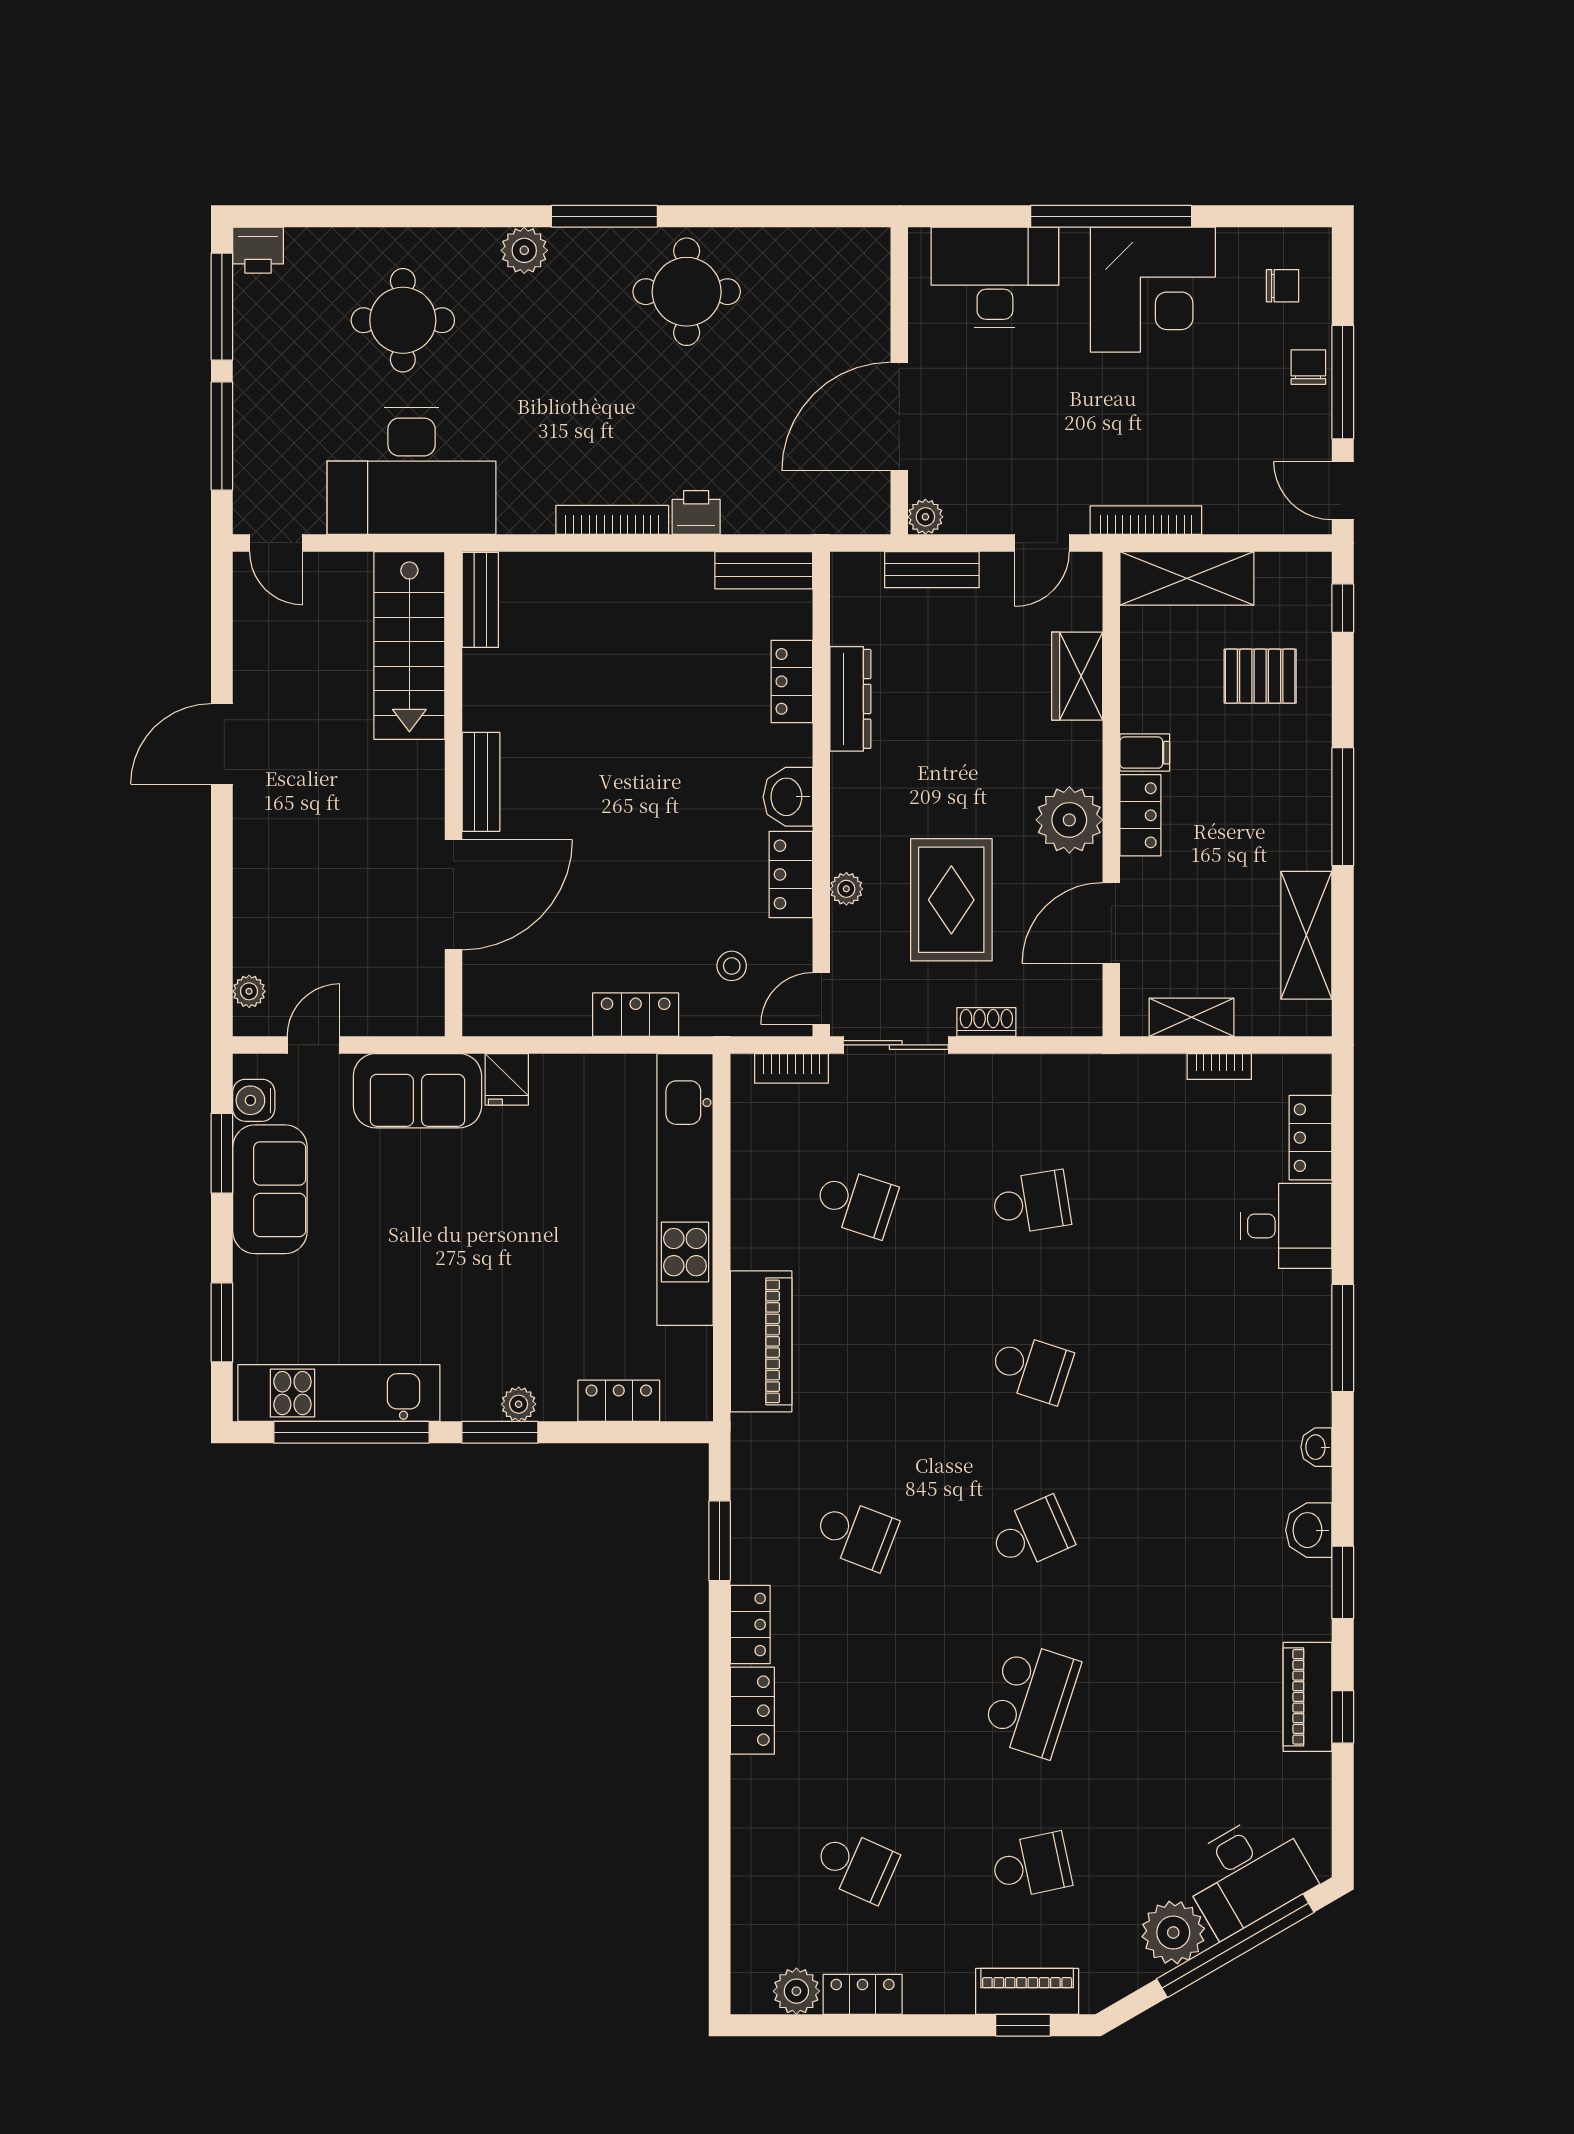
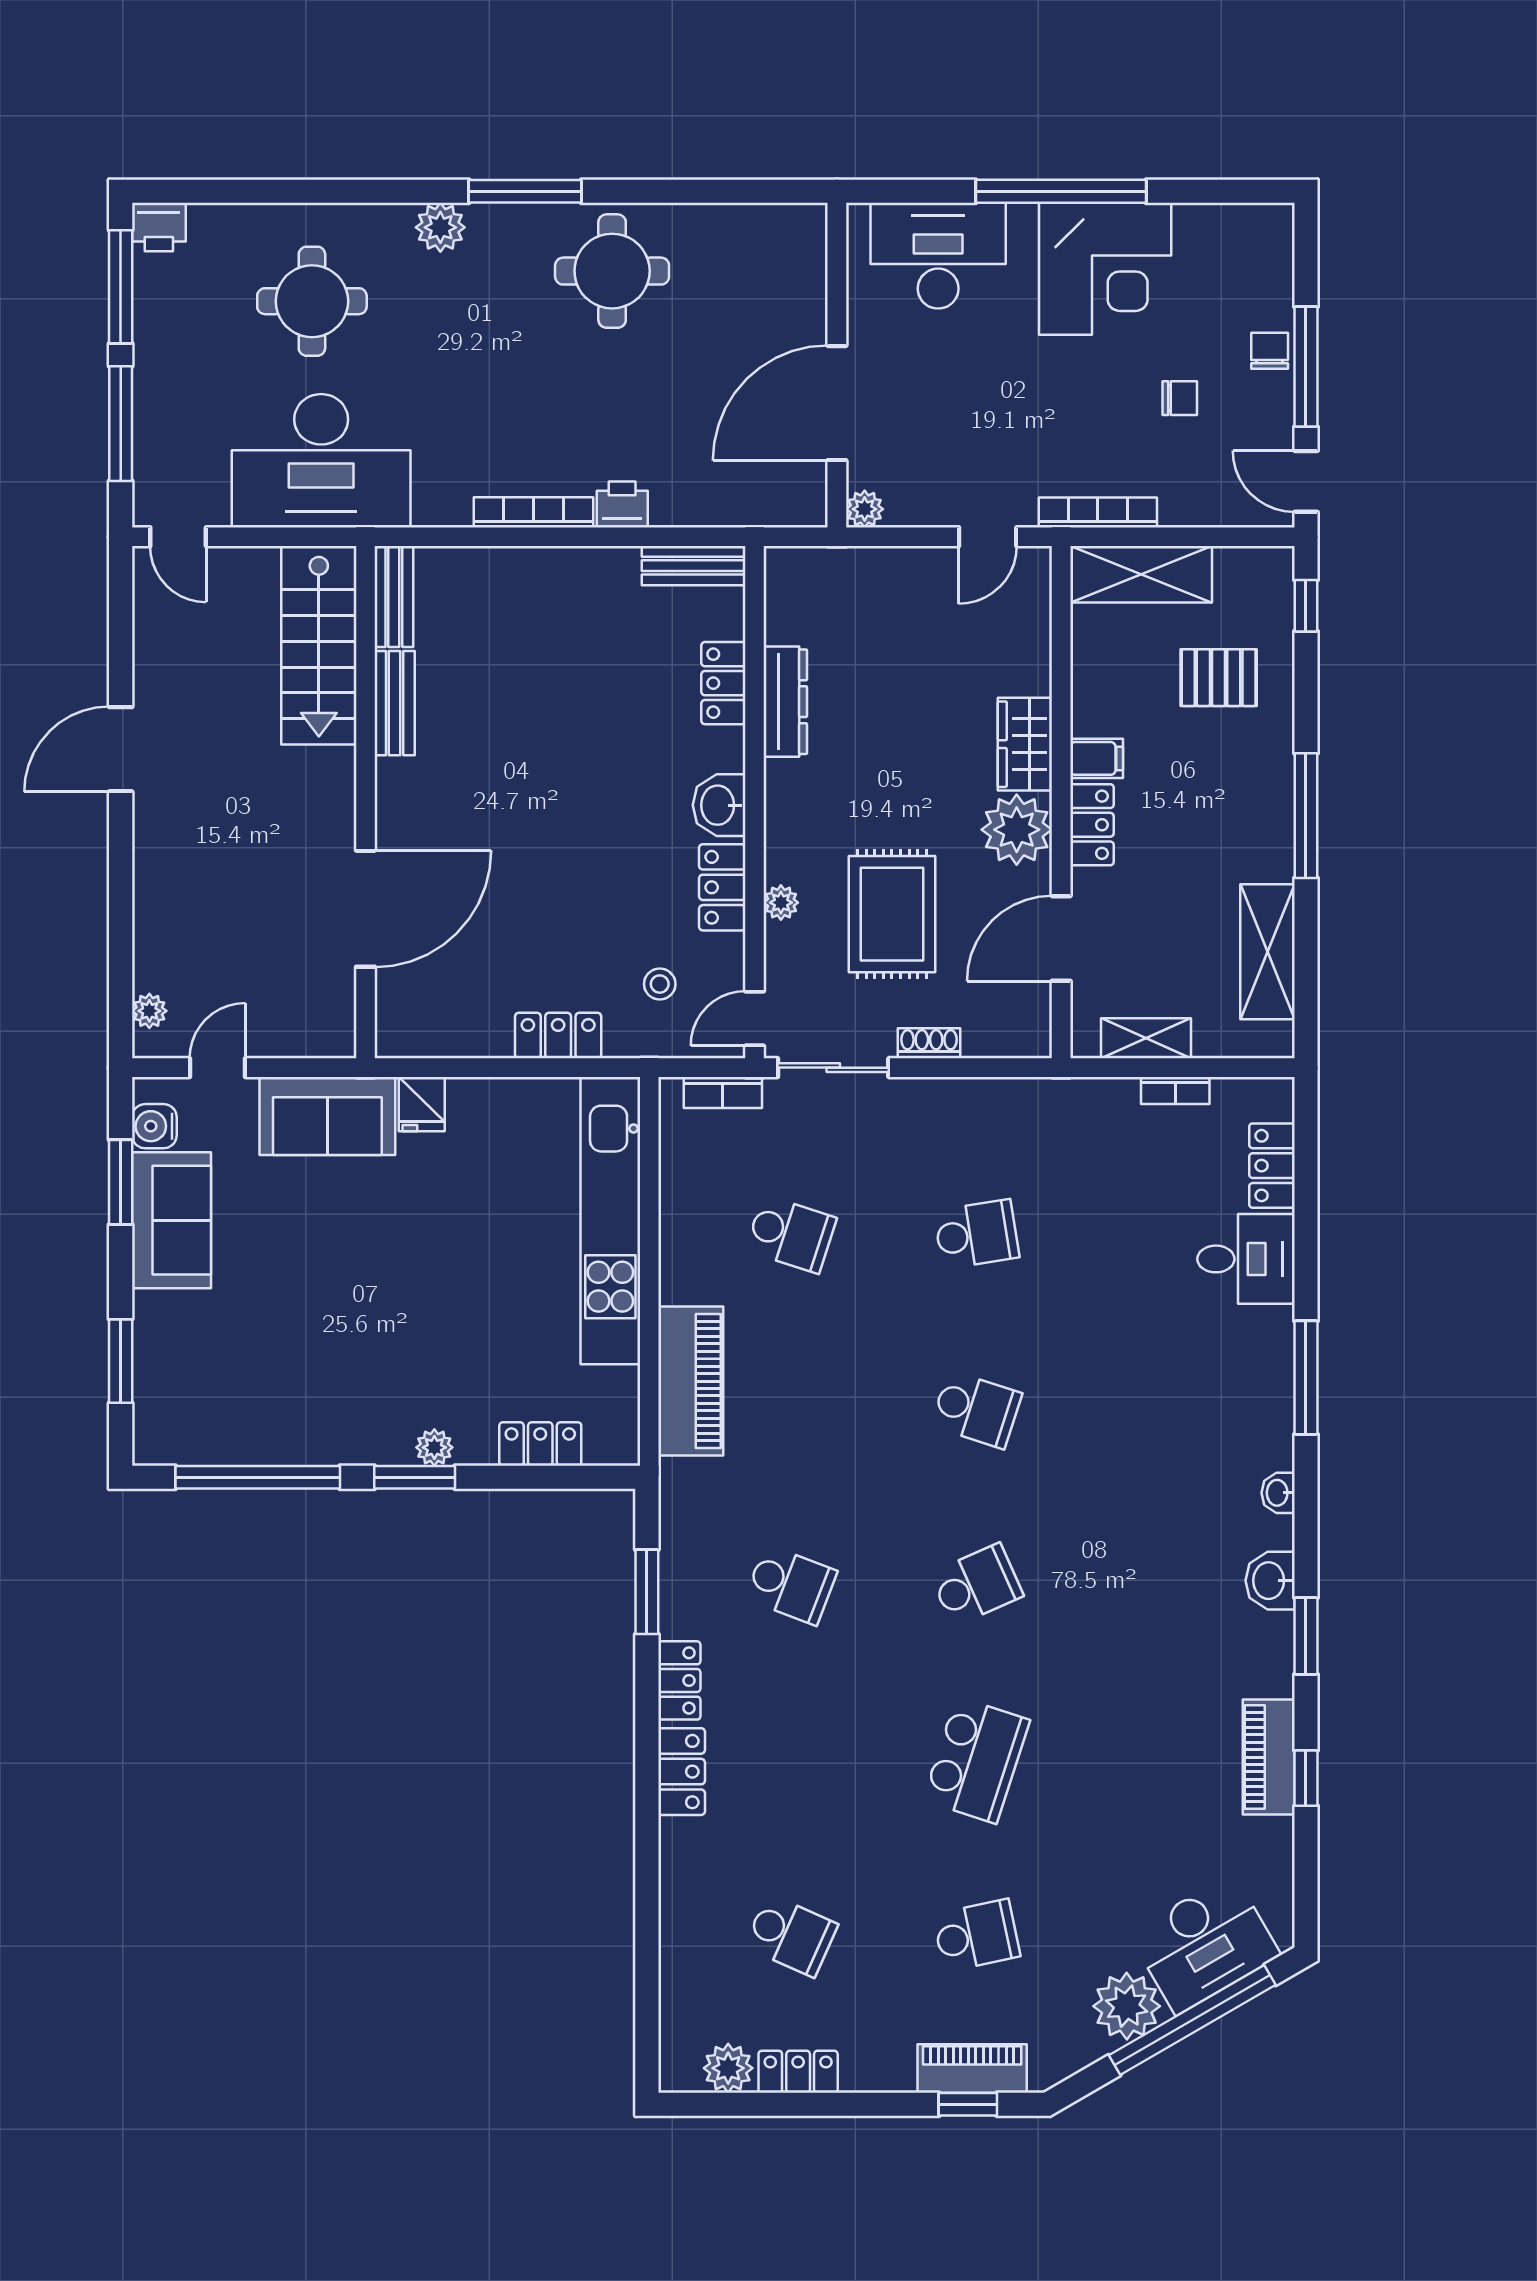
chair: (1283, 286) -> (1180, 398), moved
bench: (932, 570) -> (871, 565), removed
wardrobe: (1077, 676) -> (1025, 744), moved
bench: (481, 782) -> (395, 703), moved
kitchen unit: (339, 1393) -> (244, 1436), removed

